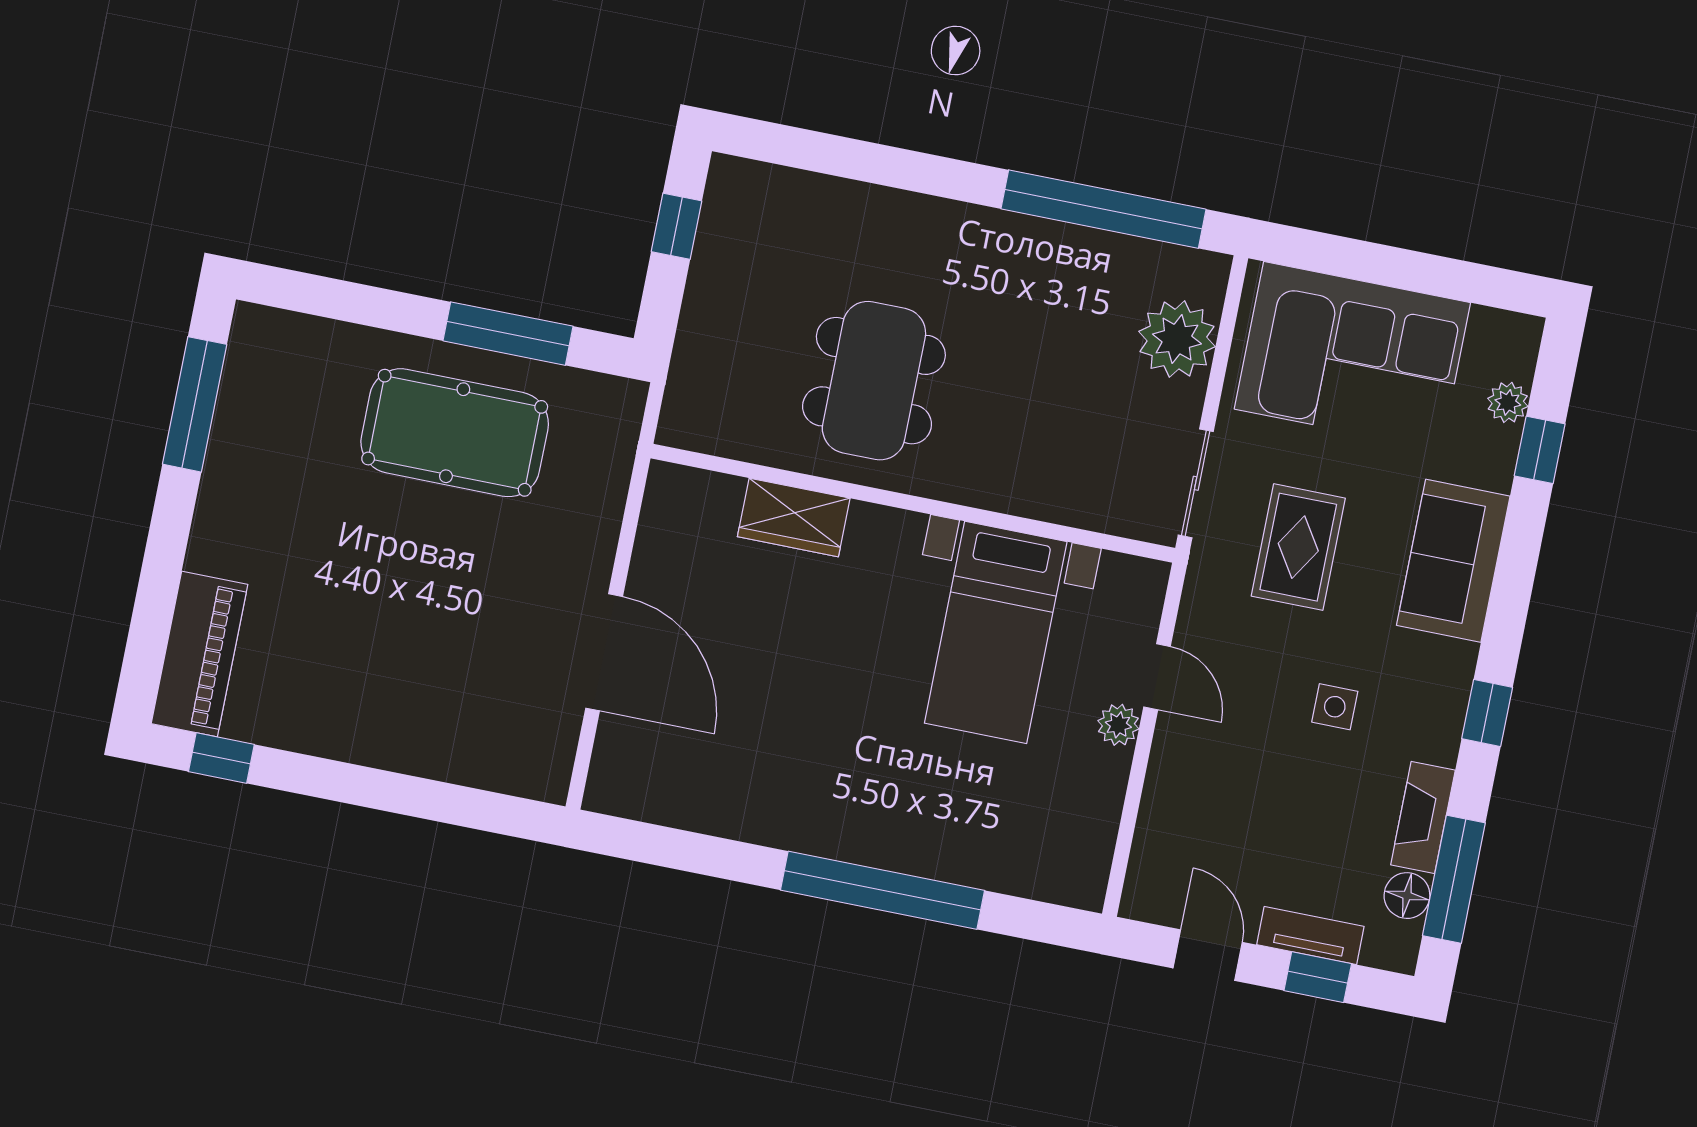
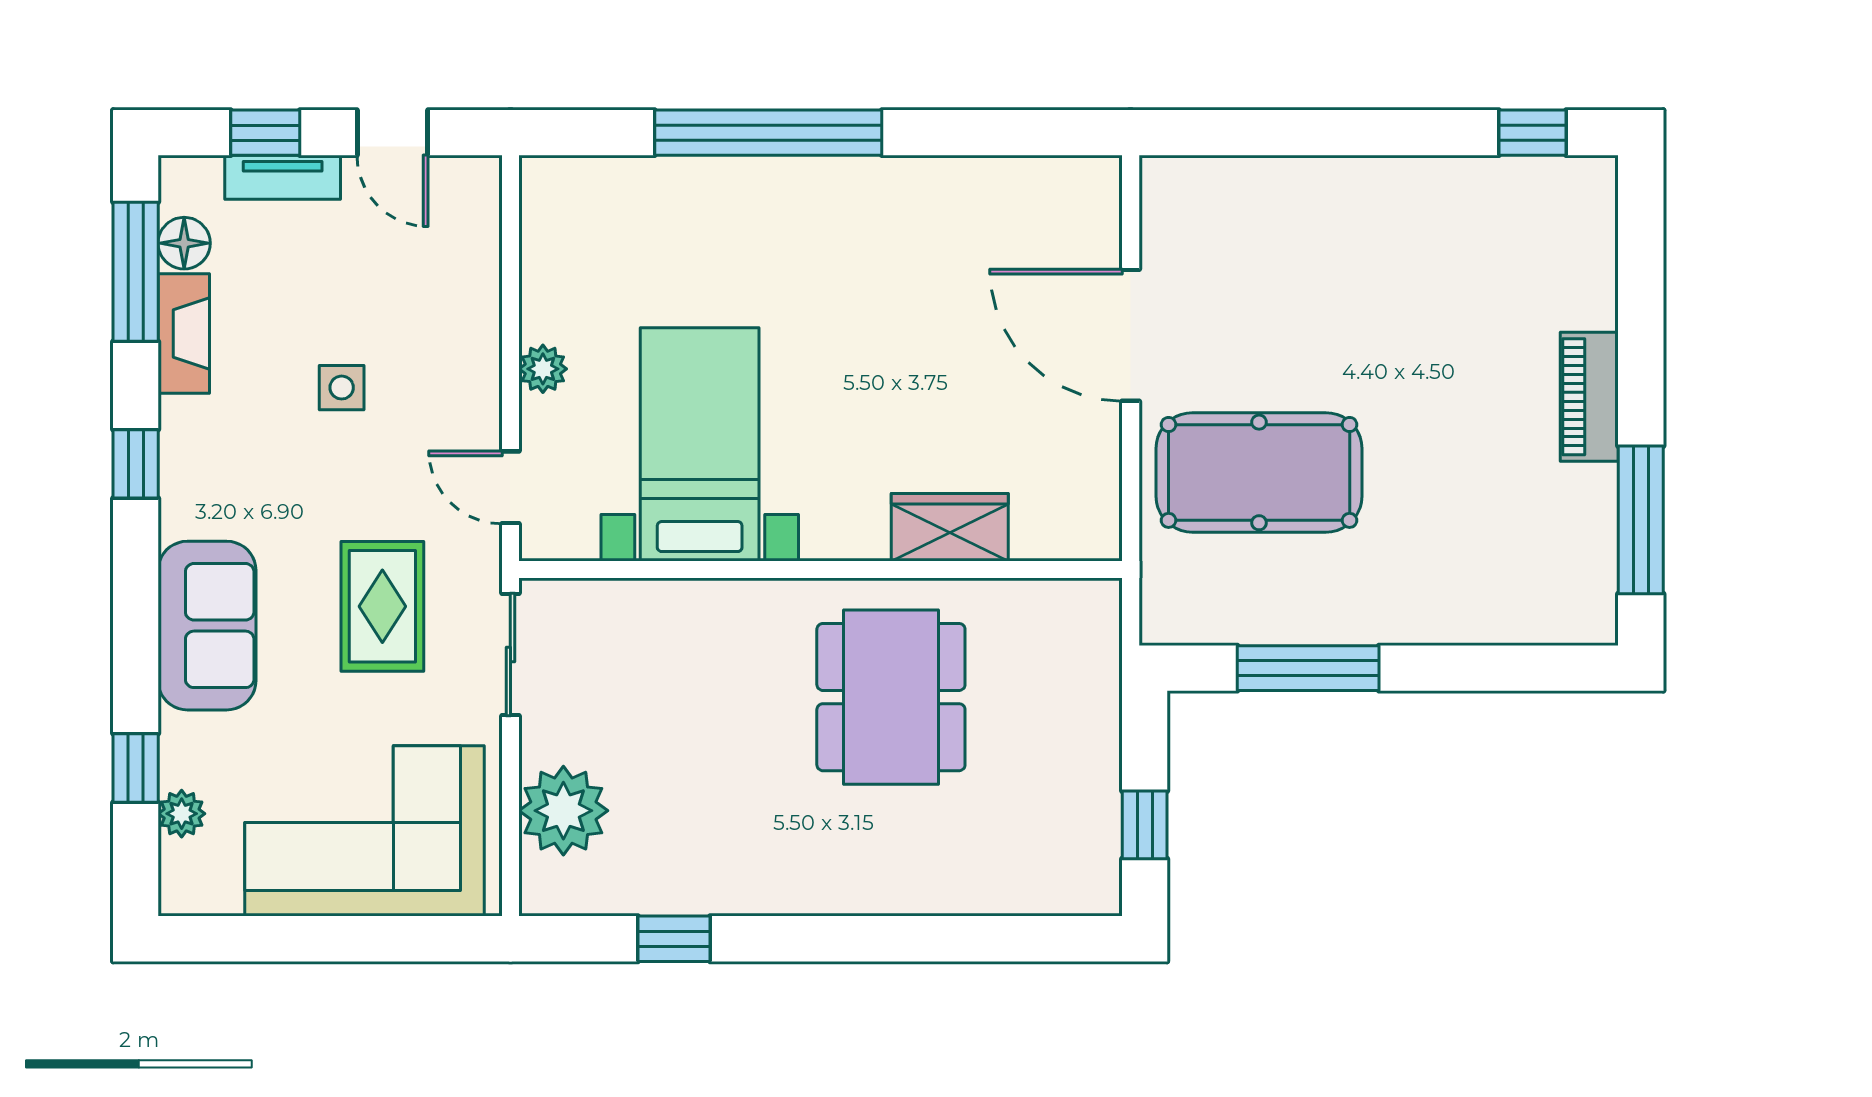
window: (1103, 209) -> (674, 939), width x0.32
pool table: (455, 433) -> (1259, 472), moved
piano: (199, 654) -> (1589, 397), moved, width x0.73, depth x0.75
door: (1157, 677) -> (510, 487), moved
side table: (1335, 707) -> (342, 388), moved

